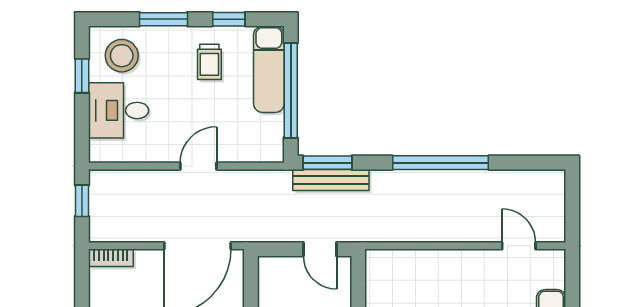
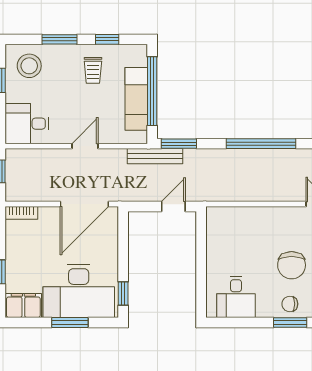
exam couch: (269, 69) -> (136, 99), moved
desk: (119, 110) -> (27, 124), moved
bench: (331, 180) -> (155, 156), moved
door: (320, 249) -> (173, 207), swing flipped

